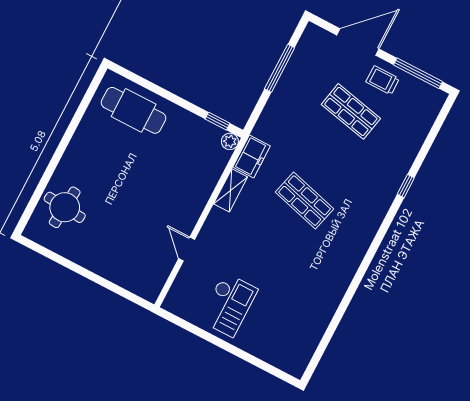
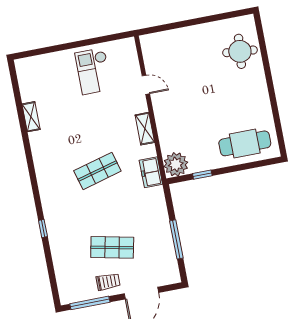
window: (217, 121) -> (202, 175), moved
plant: (230, 141) -> (176, 164), width x1.87, depth x1.87
shelving: (231, 190) -> (145, 129), moved
shop shelf: (304, 201) -> (97, 171), turned -30
shelving: (328, 309) -> (31, 117), added

